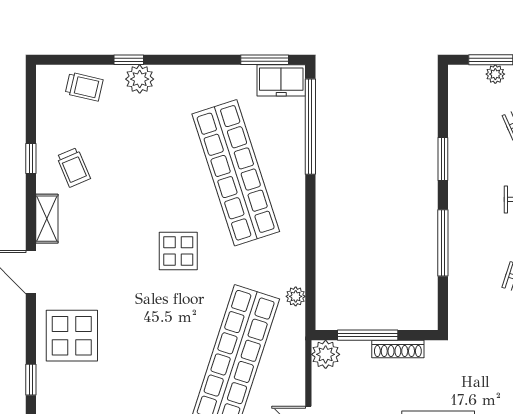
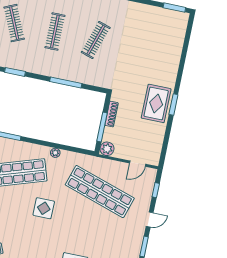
window: (443, 159) -> (15, 72), moved
plant: (296, 296) -> (55, 153), moved

